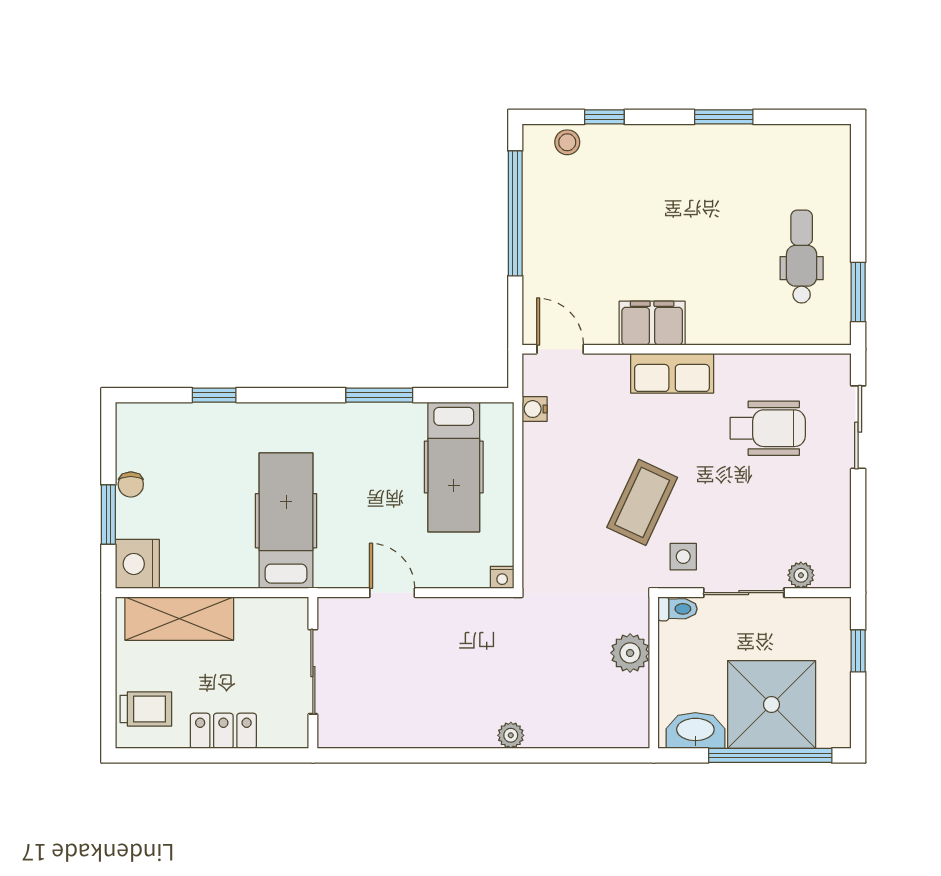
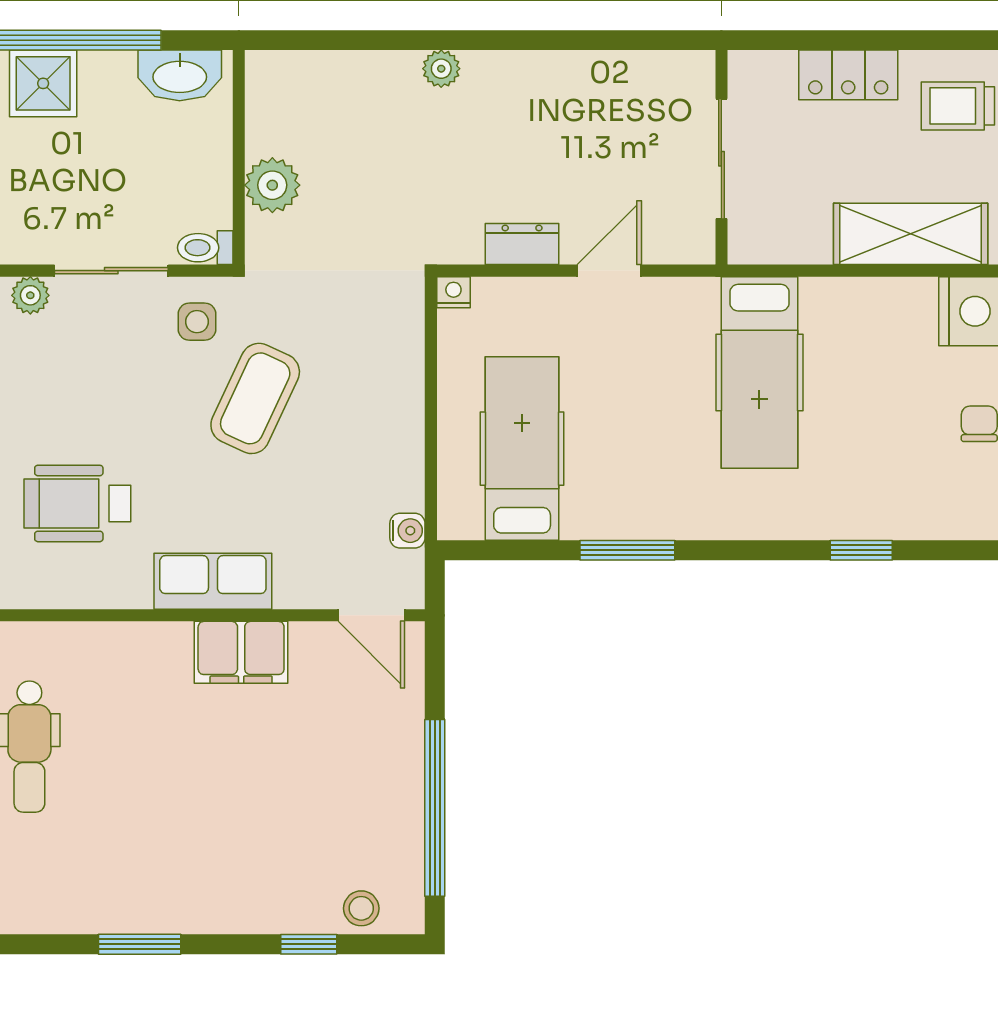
door: (392, 593) -> (609, 271), swing flipped
dresser: (454, 611) -> (522, 244), added
shower: (772, 704) -> (43, 83), width x0.54, depth x0.54

